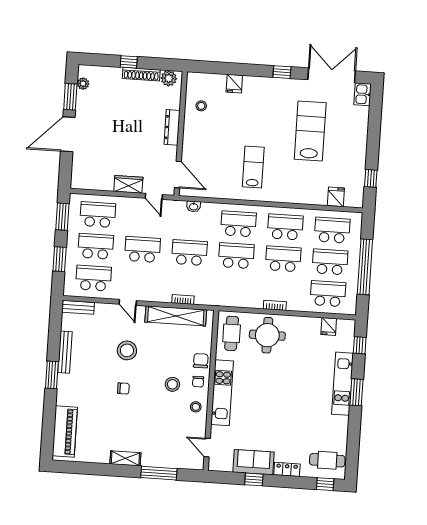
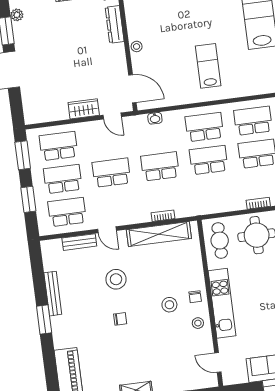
stool: (201, 106) -> (137, 46), moved
dresser: (172, 127) -> (115, 24), moved
bench: (78, 307) -> (79, 242), moved
chair: (201, 361) -> (194, 275), removed

